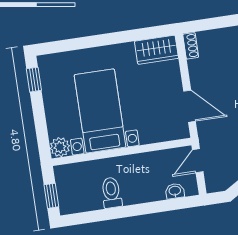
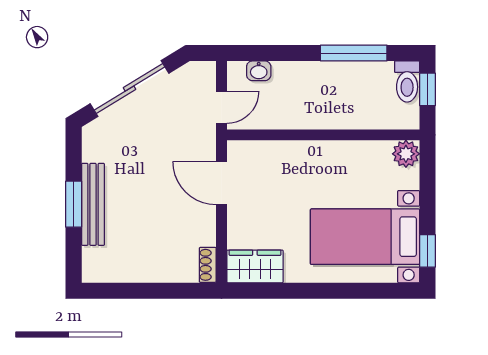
bed with nightstands: (100, 111) -> (365, 237), moved, turned 90
toilet: (111, 193) -> (407, 82), moved
window: (108, 214) -> (354, 53), added

